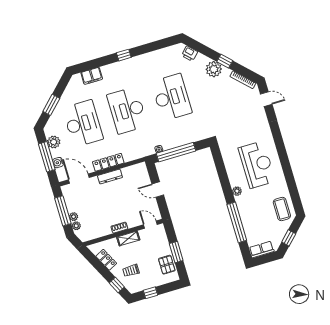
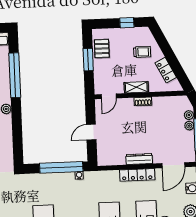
door: (79, 179) -> (173, 165), hinge flipped
door: (158, 189) -> (91, 132), swing flipped
door: (150, 225) -> (109, 96), hinge flipped
window: (117, 285) -> (161, 40), removed

